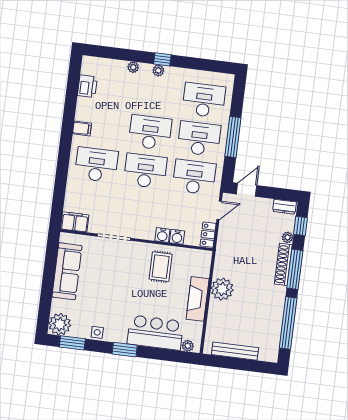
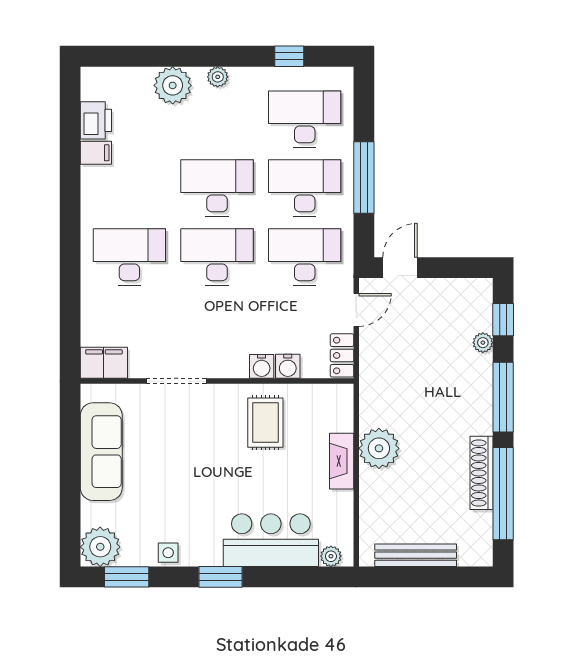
window: (162, 59) -> (289, 56), moved
plant: (133, 67) -> (173, 85), width x1.88, depth x1.88
filing cabinet: (82, 128) -> (96, 153), moved
dresser: (284, 207) -> (471, 289), removed
shoe rack: (283, 264) -> (481, 473), moved
fireplace: (198, 299) -> (342, 461), width x0.73, depth x0.76

